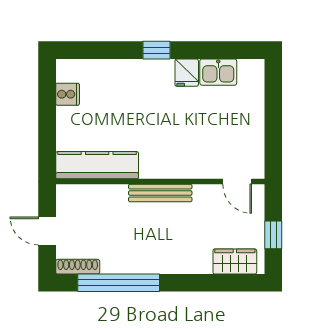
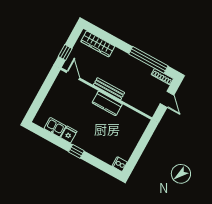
cooker: (68, 94) -> (120, 164), moved
kitchen counter: (97, 165) -> (107, 103), moved, width x0.67
window: (273, 235) -> (65, 52), moved
wardrobe: (235, 261) -> (98, 44), width x1.50

